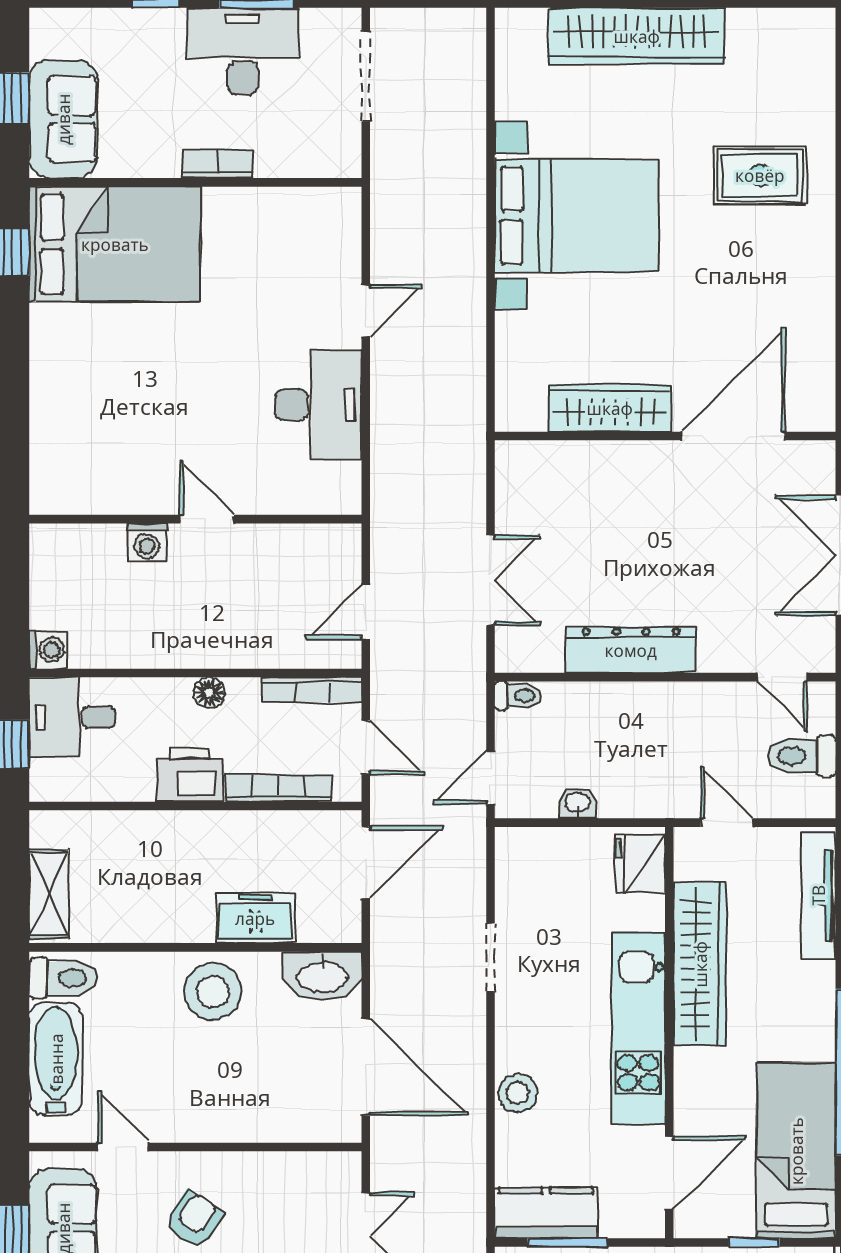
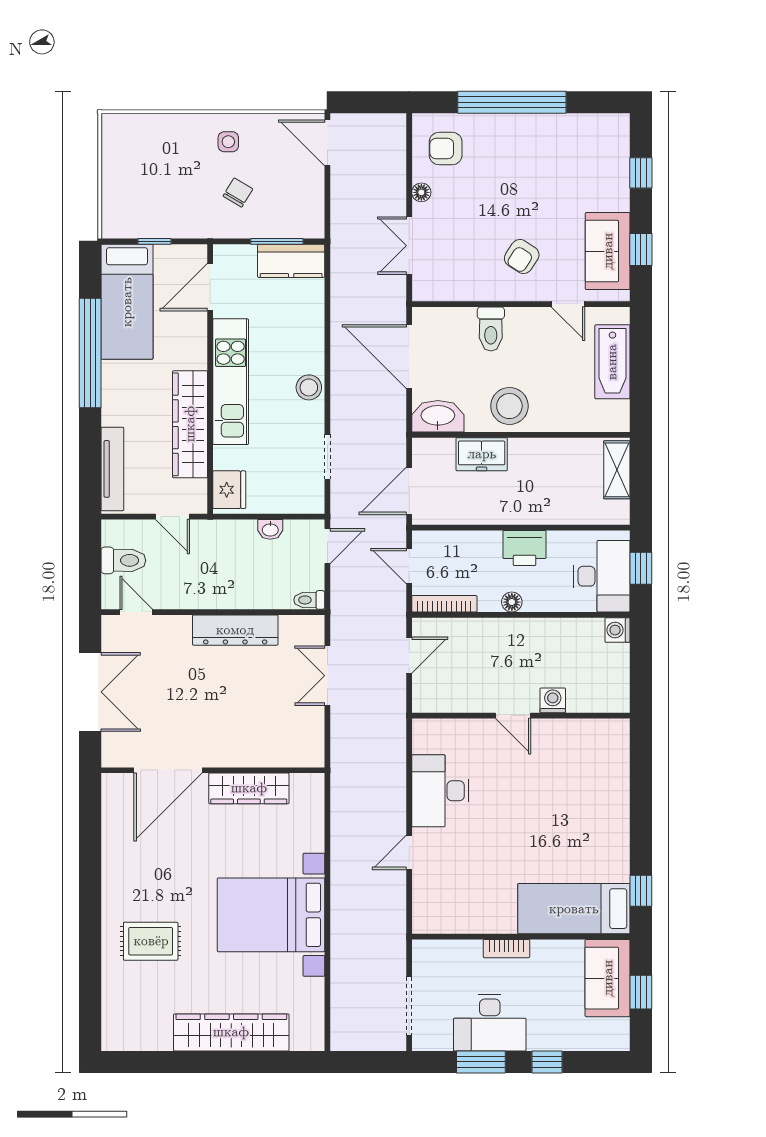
bed: (115, 244) -> (574, 909), width x0.67
desk: (72, 717) -> (602, 576), width x1.37
bookcase: (279, 788) -> (466, 539), removed
doorway: (491, 957) -> (327, 457), moved
toilet: (63, 978) -> (491, 329), moved, turned -90
stool: (518, 1093) -> (309, 387), moved

